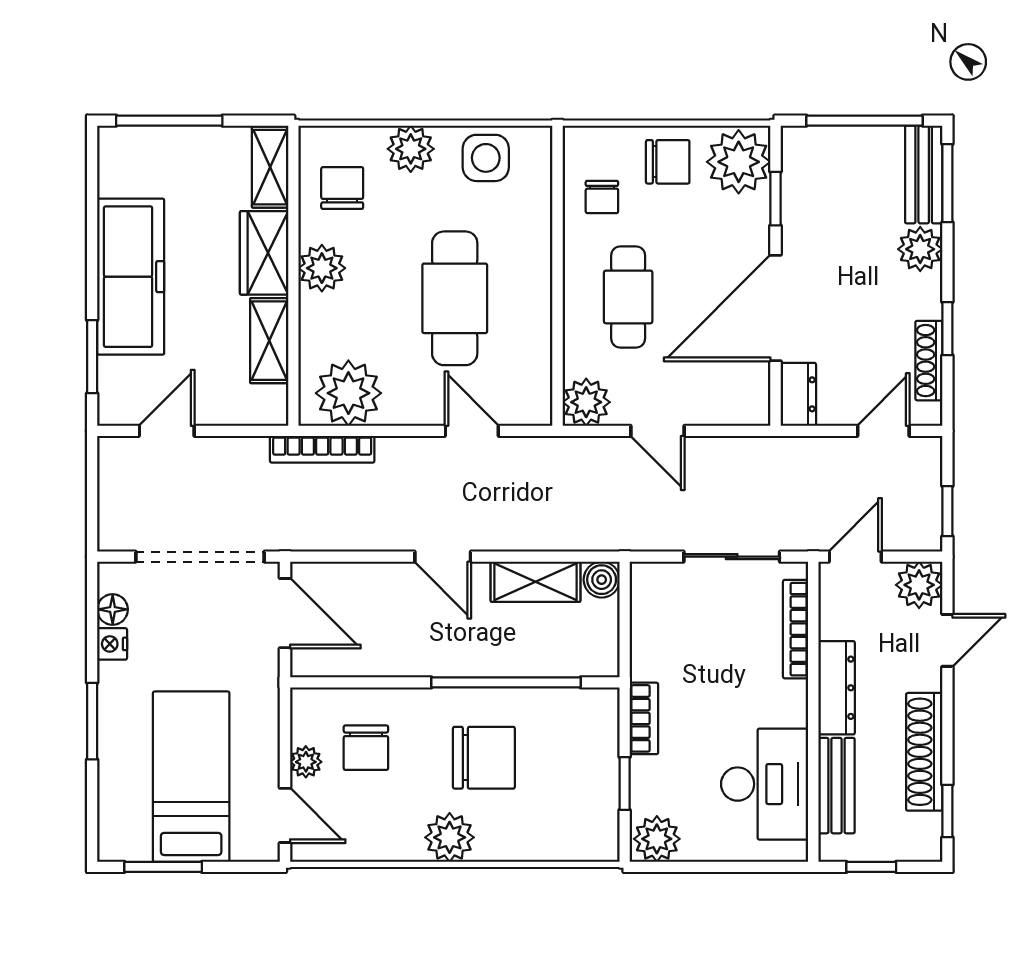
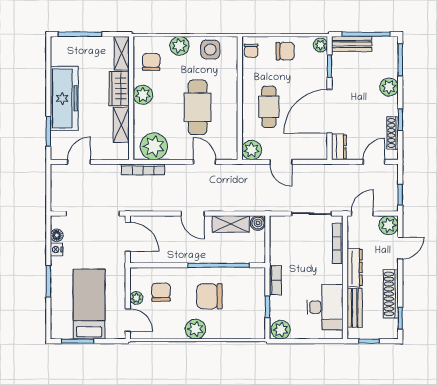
plant: (739, 162) -> (320, 45), width x0.53, depth x0.53
bench: (924, 175) -> (352, 44), moved, turned 90
chair: (602, 197) -> (251, 51), moved
chair: (366, 748) -> (161, 292), turned 180
chair: (484, 758) -> (210, 296), turned 180

